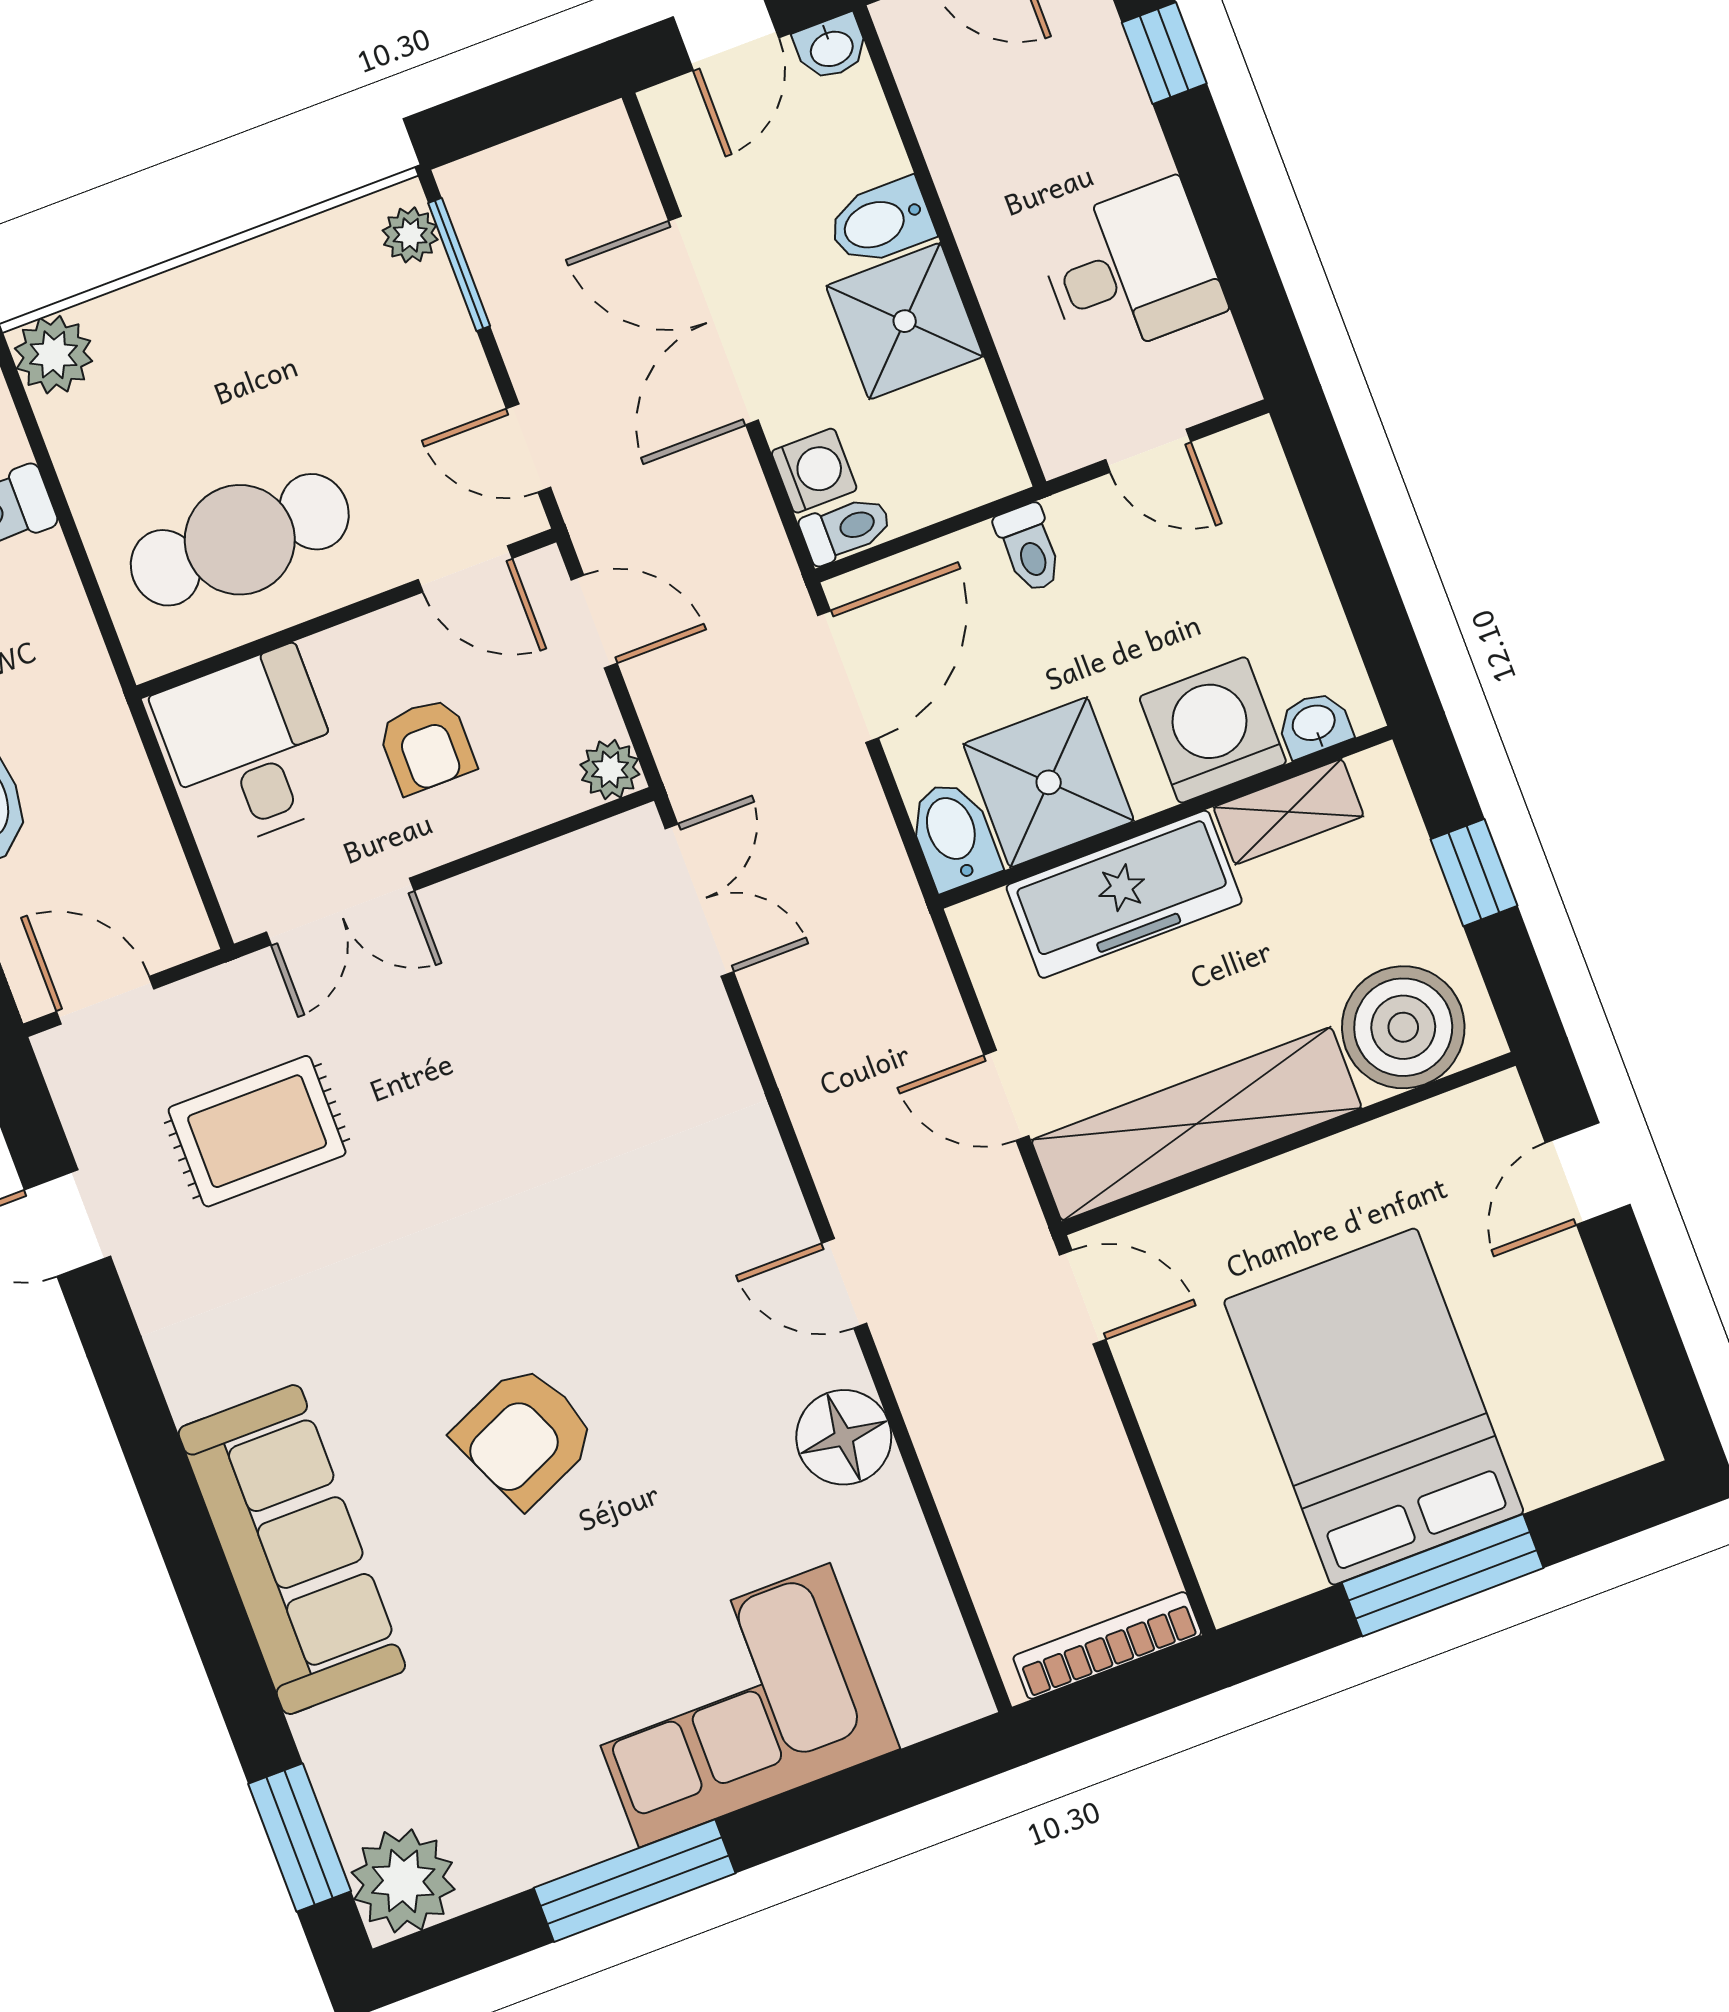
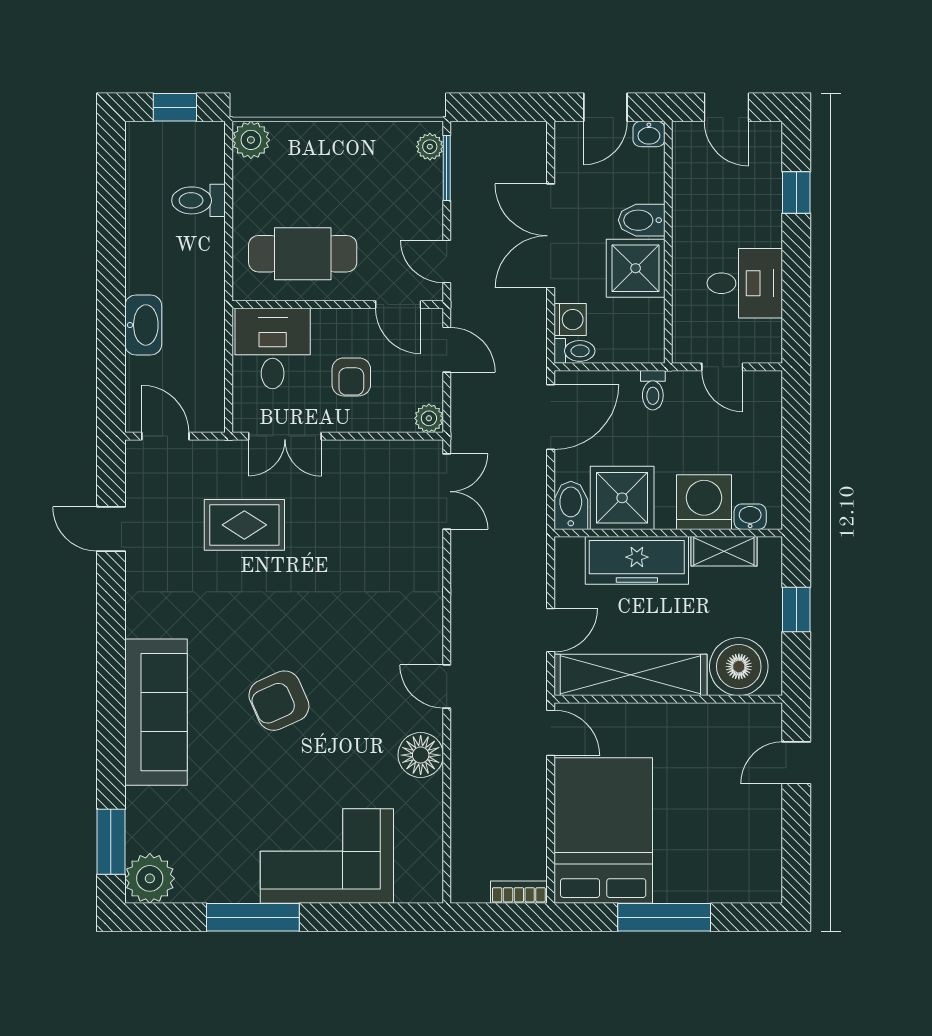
door: (1006, 1095) -> (551, 630), swing flipped
rug: (257, 1131) -> (244, 525), moved
bed: (1374, 1407) -> (603, 831), moved
bookcase: (1107, 1645) -> (519, 892), width x0.64

